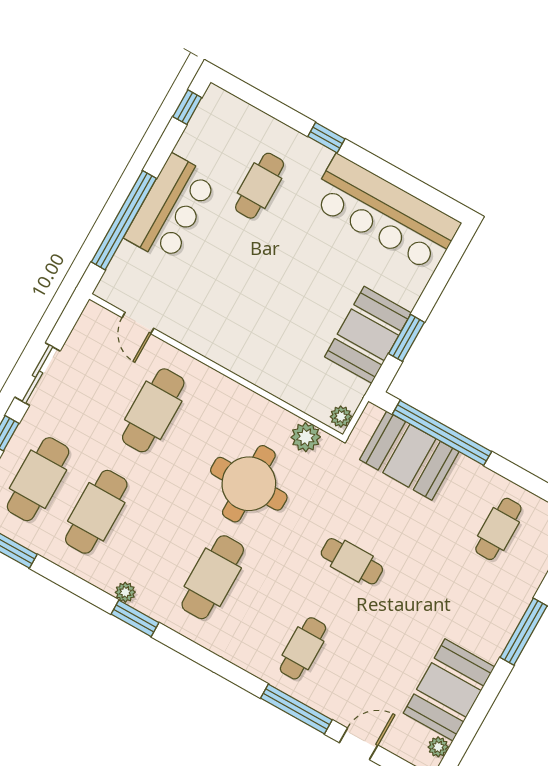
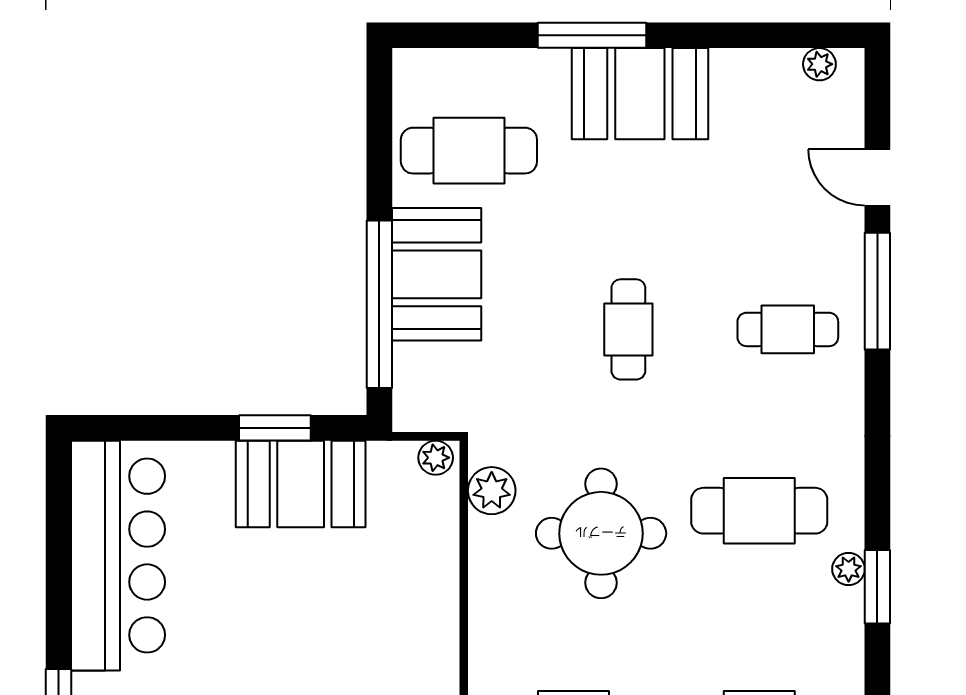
booth: (409, 456) -> (437, 274), moved
cafe table: (498, 529) -> (469, 151), width x1.37, depth x1.35
plant: (125, 592) -> (849, 569), moved
booth: (449, 690) -> (640, 94), moved

